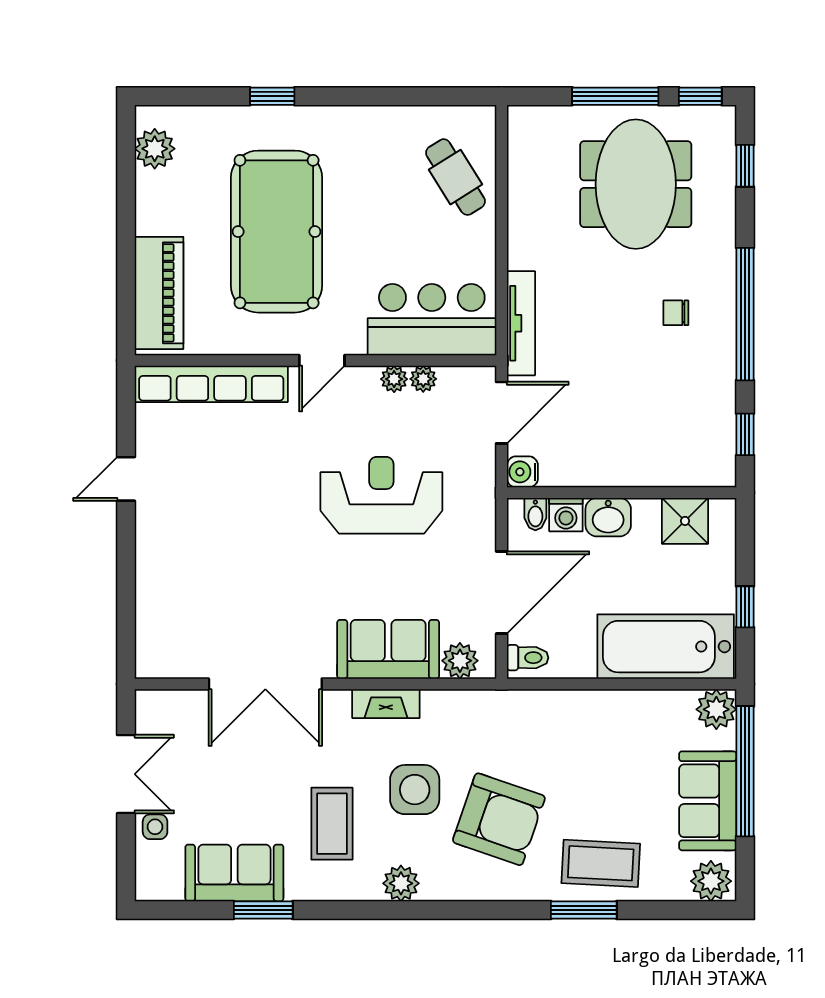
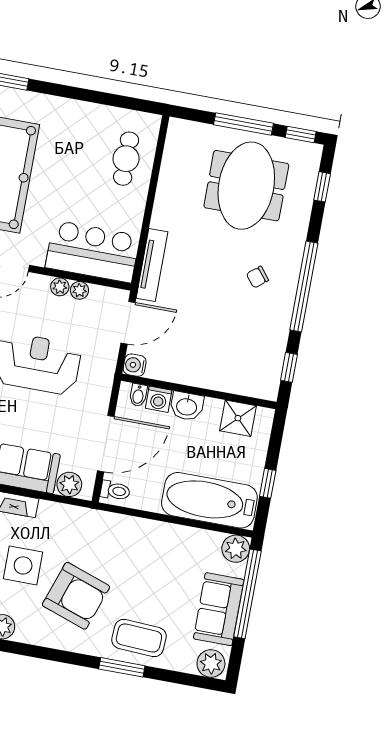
cafe table: (456, 177) -> (126, 159), turned 32
chair: (676, 313) -> (257, 277), turned -39

